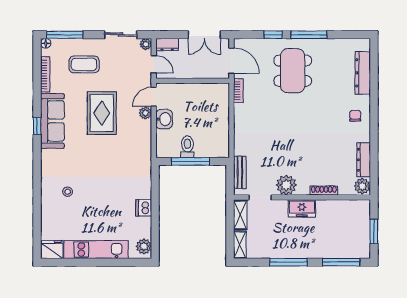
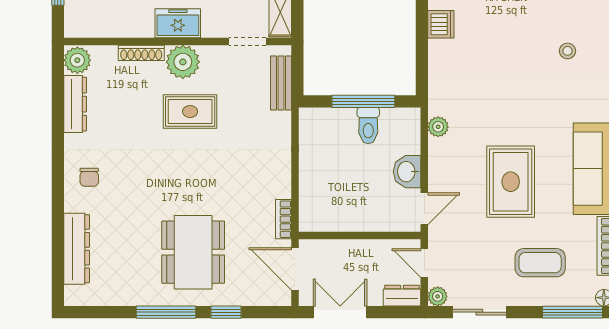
plant: (145, 113) -> (438, 127), moved
rug: (294, 155) -> (190, 112), added
plant: (286, 185) -> (183, 62), moved

